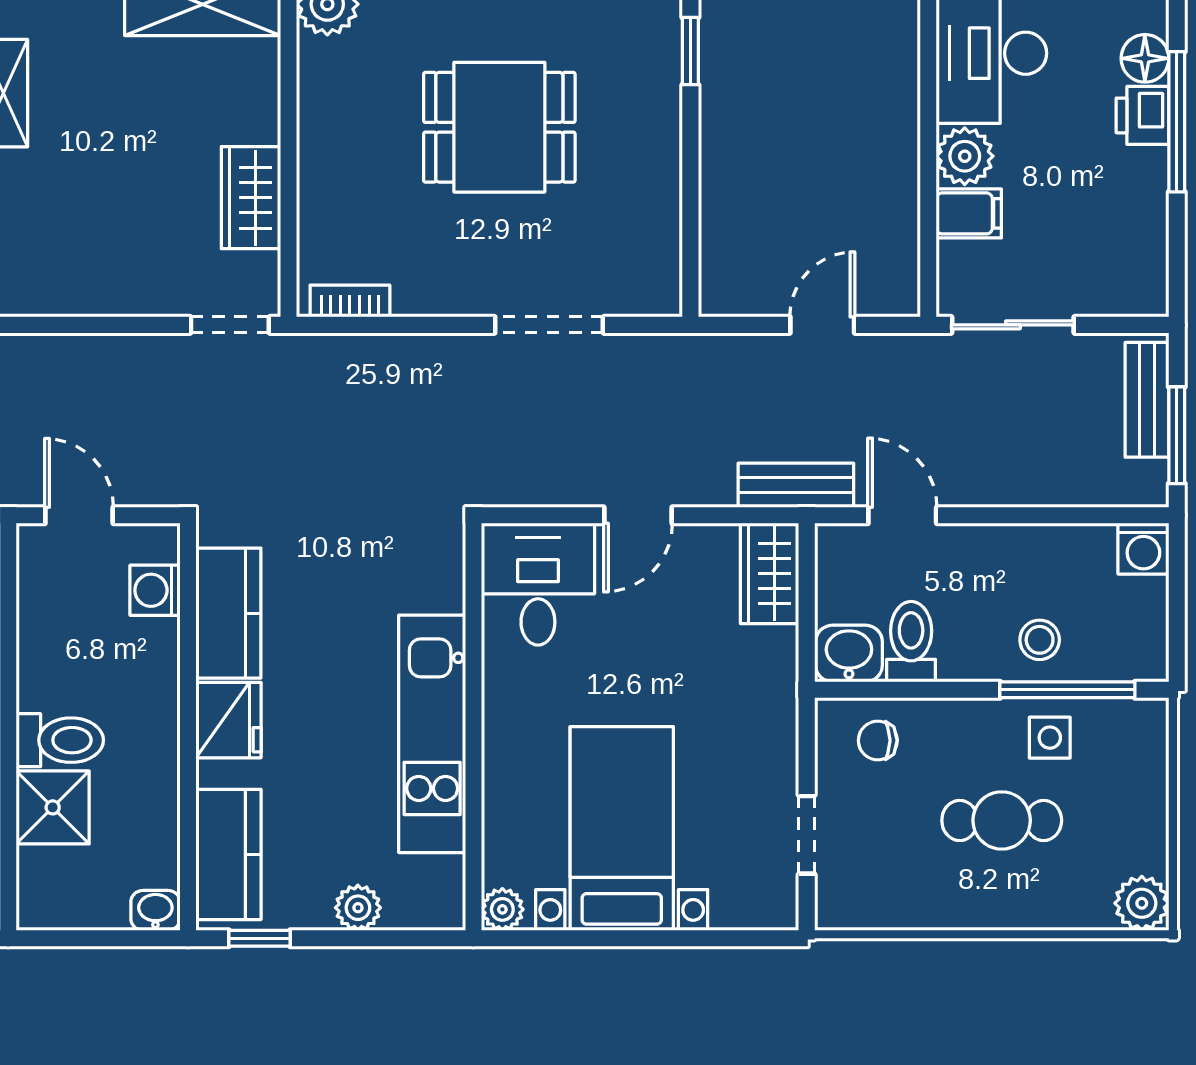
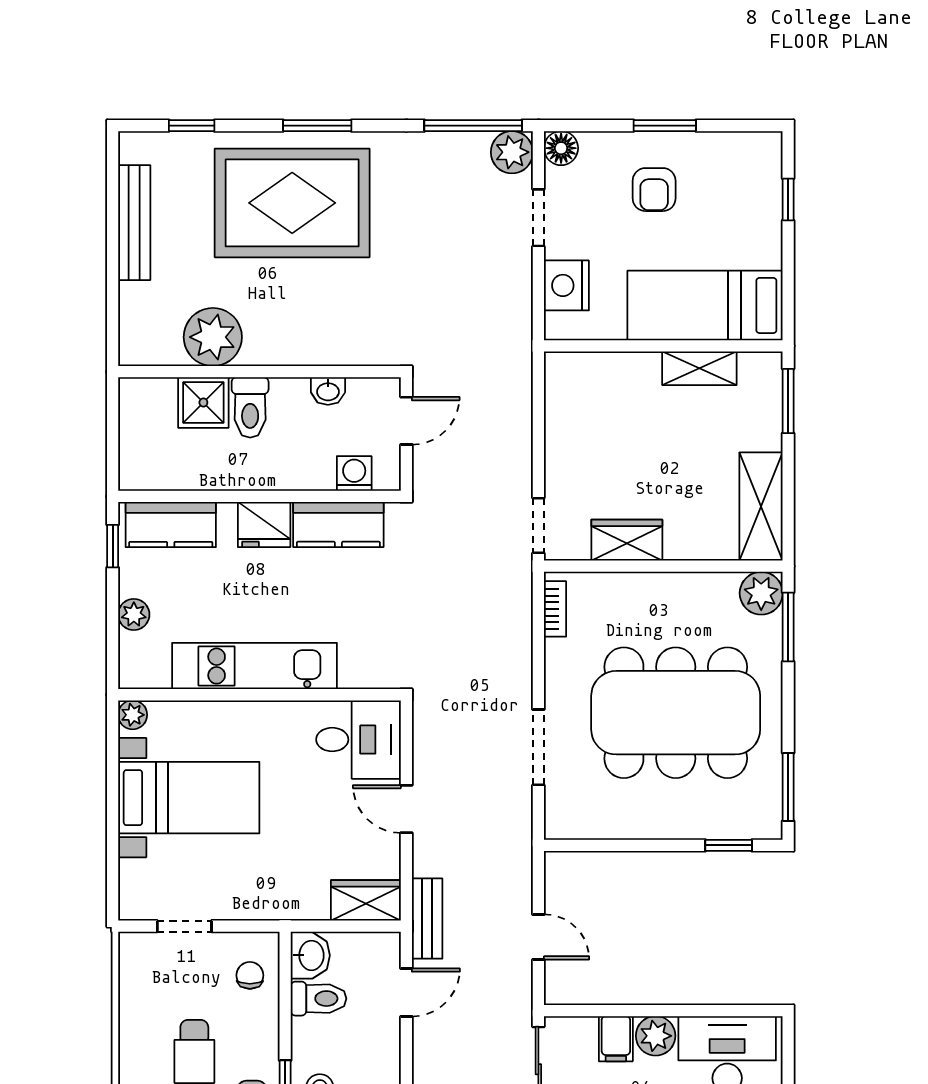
dining table: (499, 127) -> (676, 713), width x1.88, depth x1.24
washbasin: (155, 910) -> (328, 391), moved, turned 90

